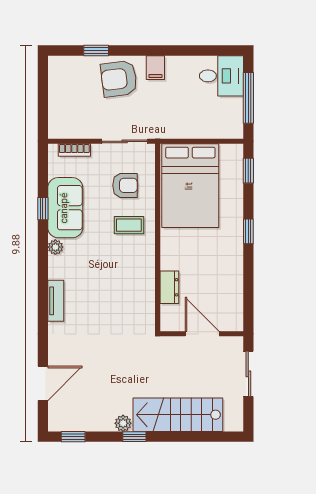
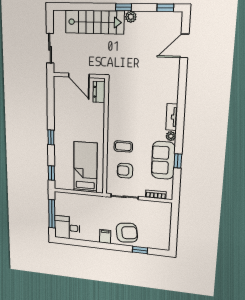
bed: (190, 186) -> (85, 167), width x0.67
dresser: (169, 287) -> (99, 92), moved
tv unit: (56, 301) -> (172, 117), moved

